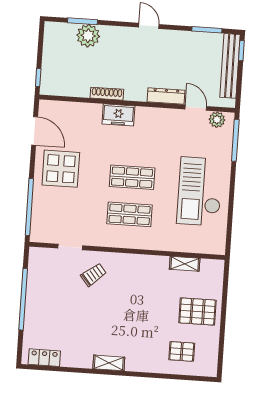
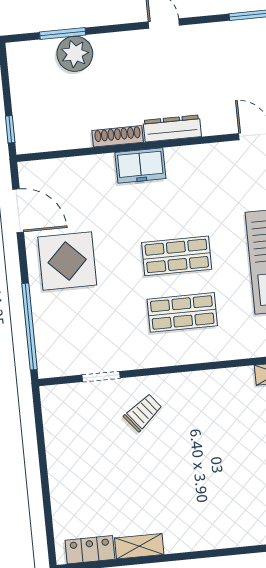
dresser: (166, 96) -> (172, 128), moved
window: (23, 299) -> (43, 467), removed
shelving: (109, 363) -> (139, 546), moved

